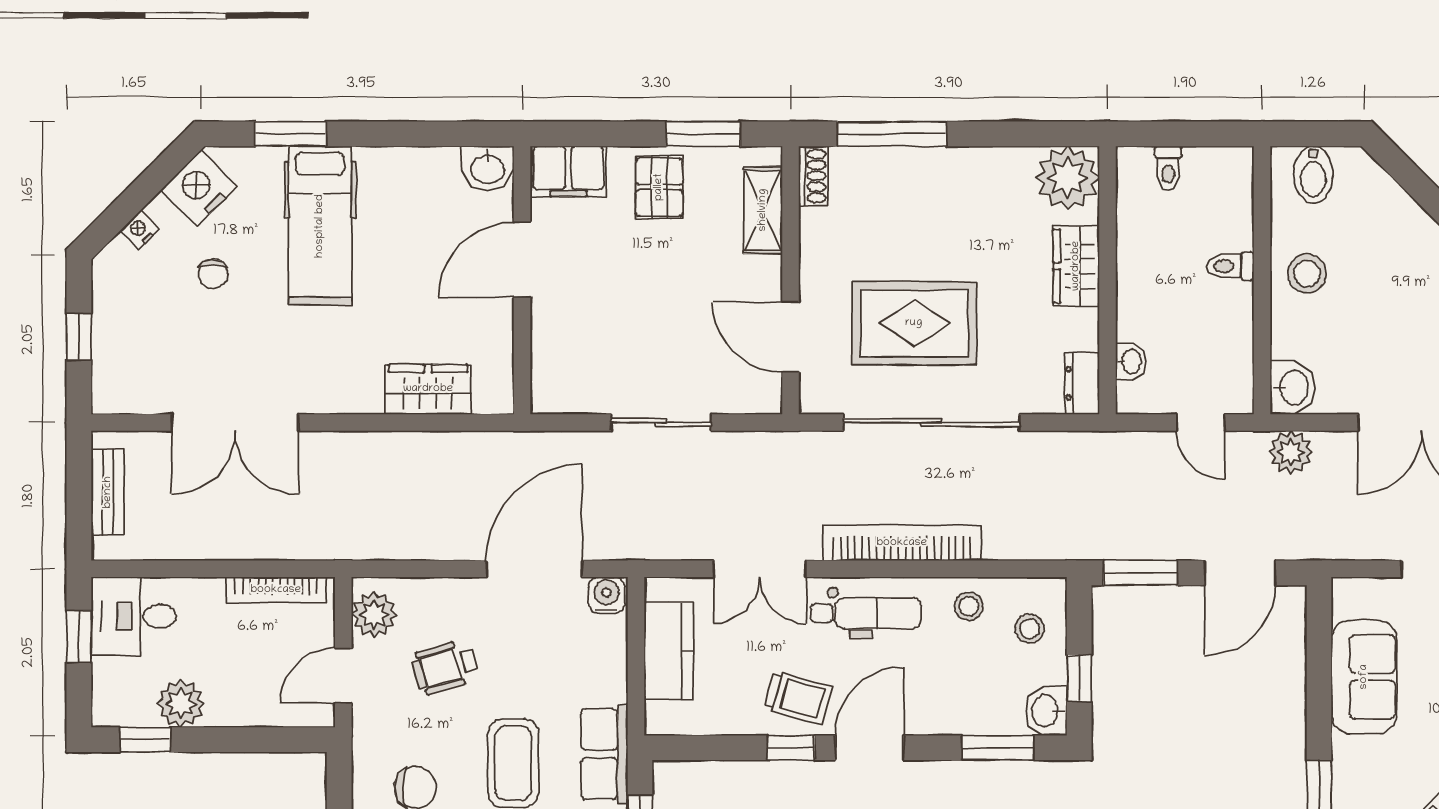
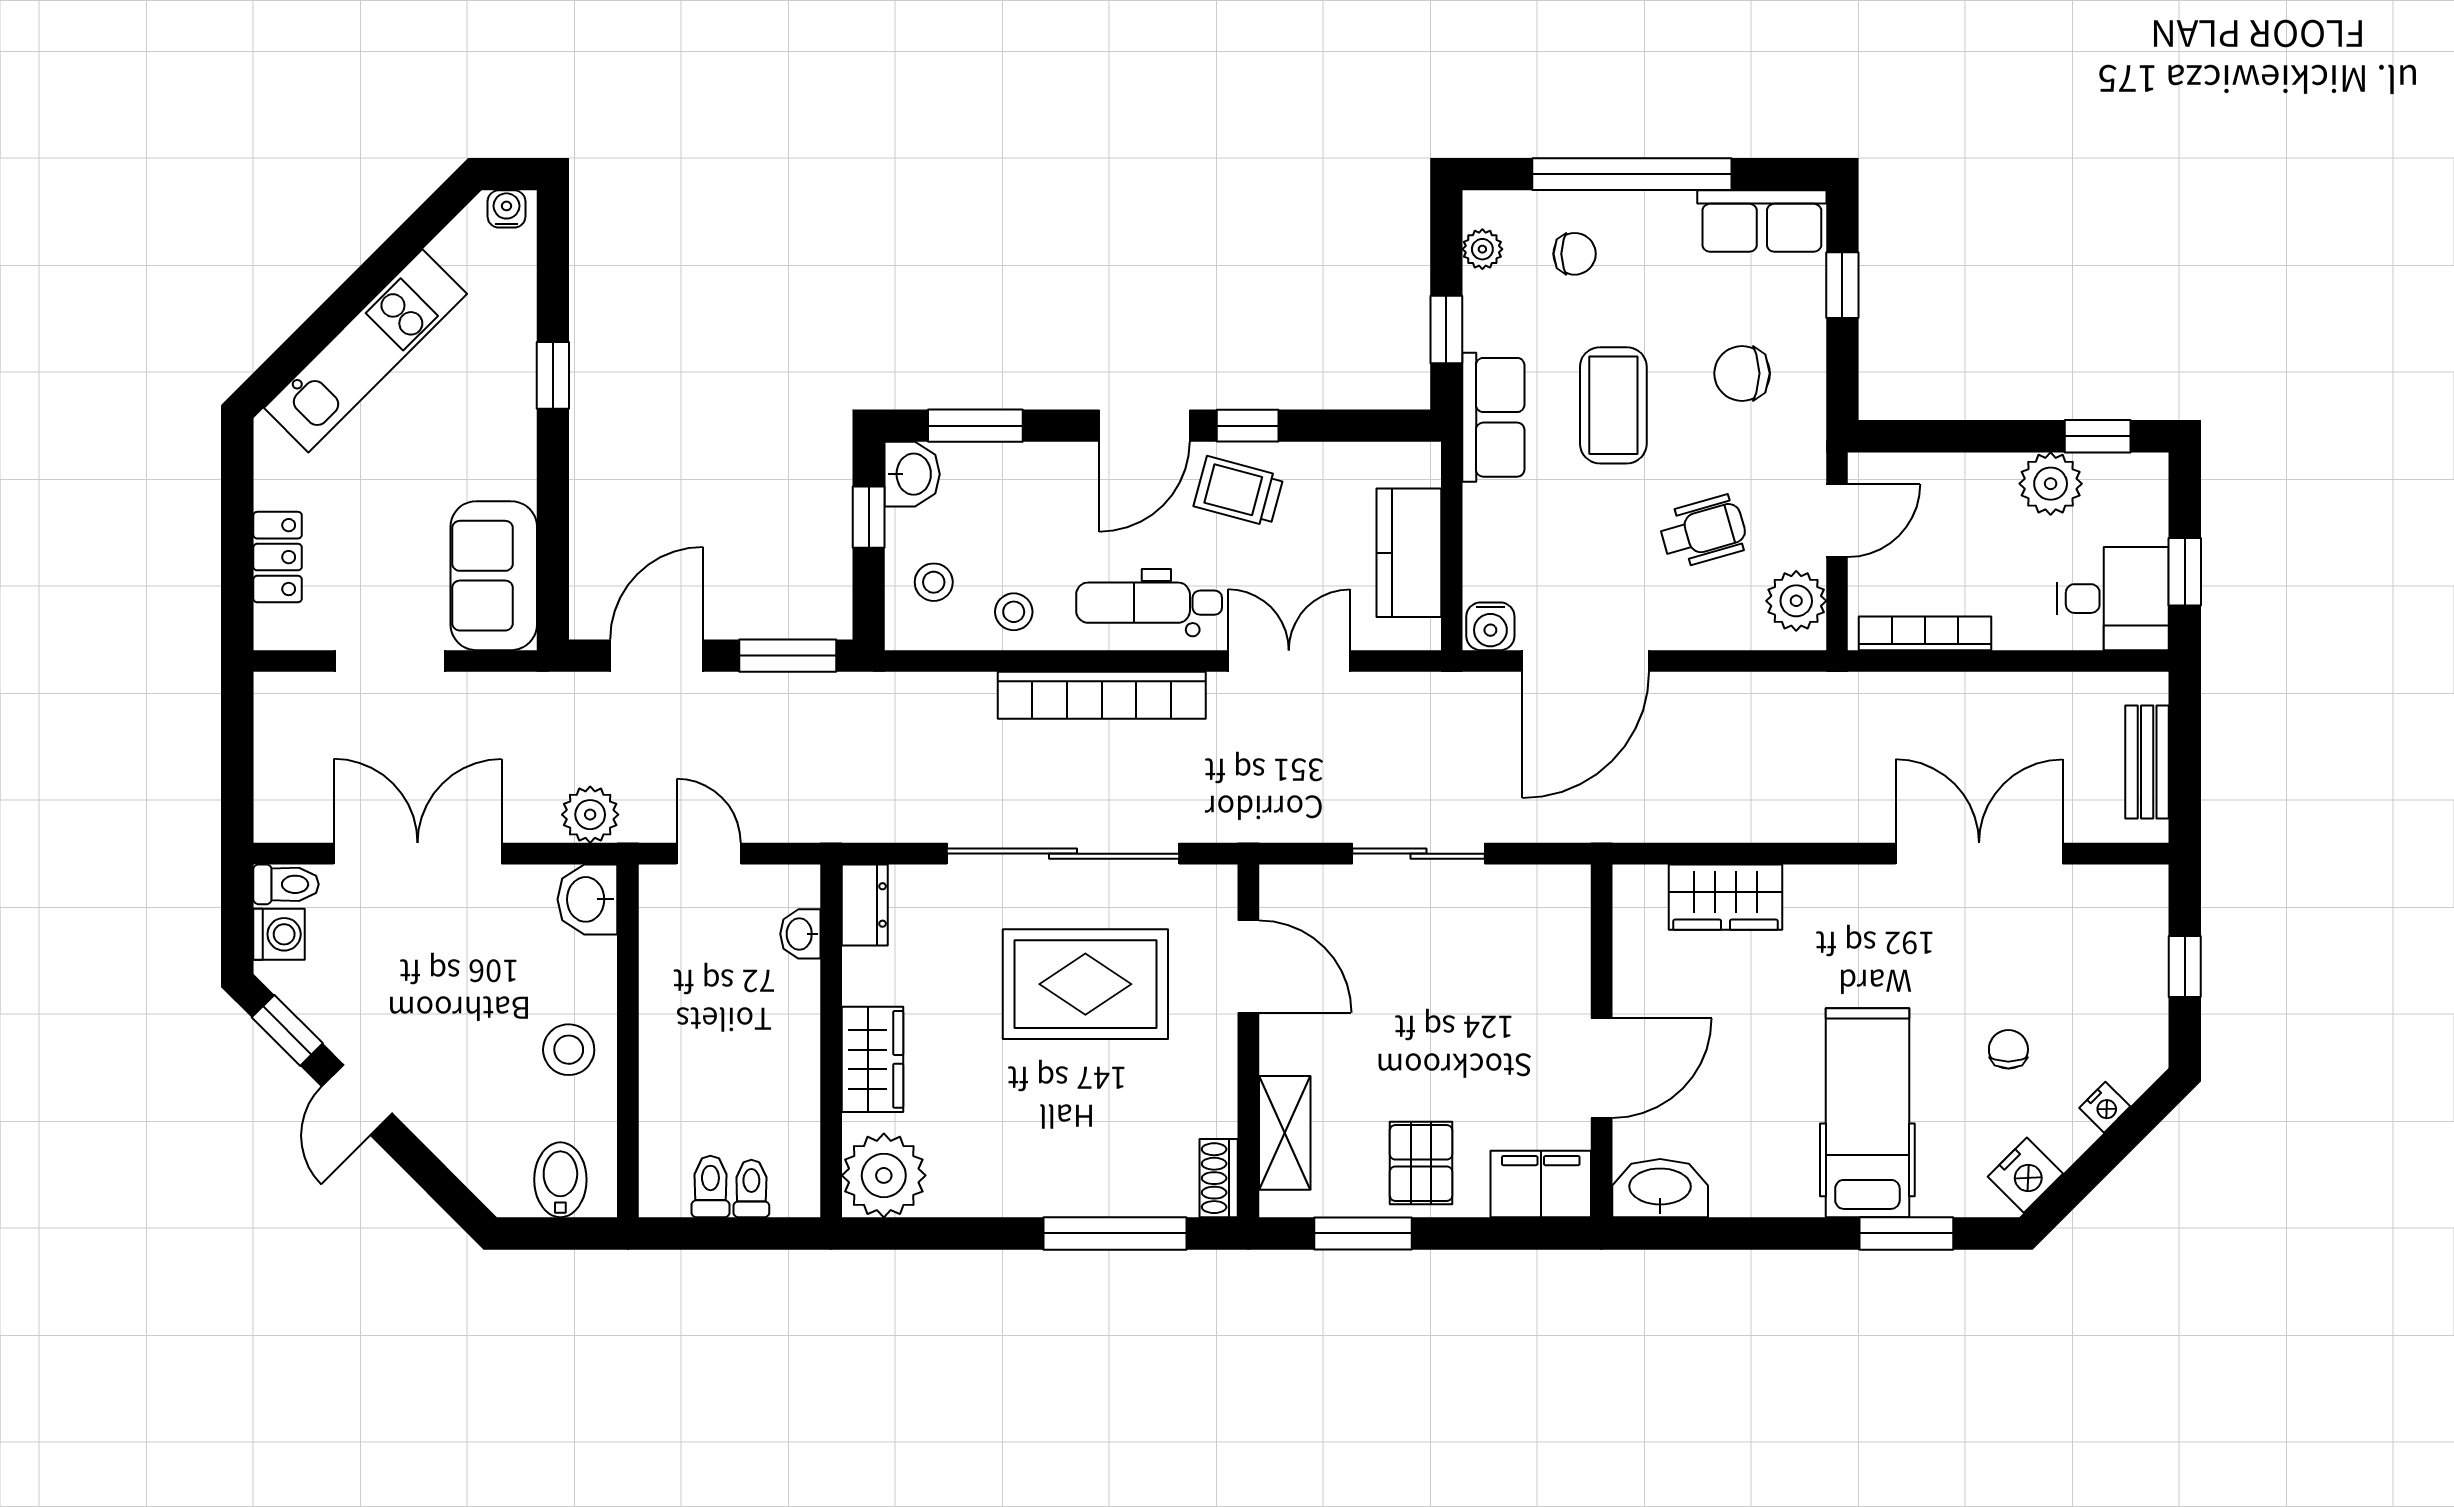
washbasin: (488, 168) -> (1660, 1188), width x1.38
nightstand: (199, 188) -> (2025, 1175), width x0.74, depth x0.75
toilet: (1230, 266) -> (710, 1187), moved, turned -90
sofa: (1364, 677) -> (494, 576), moved

